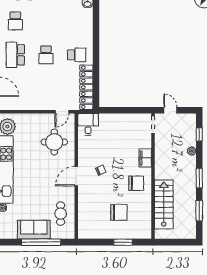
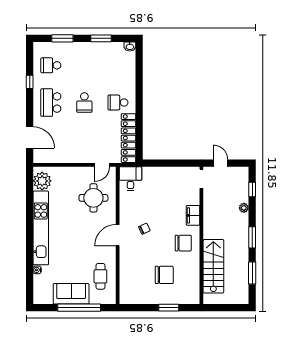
school desk: (15, 21) -> (51, 65), turned 90
school desk: (77, 55) -> (118, 103), turned 180

